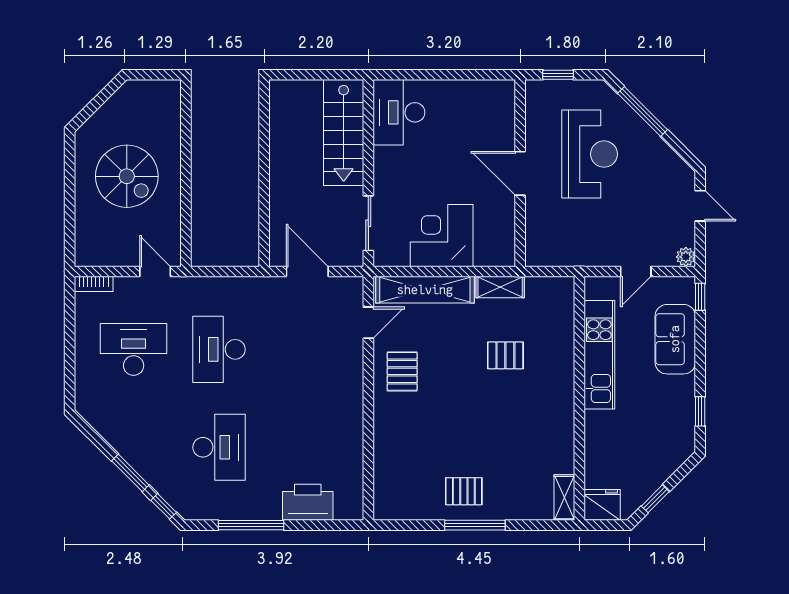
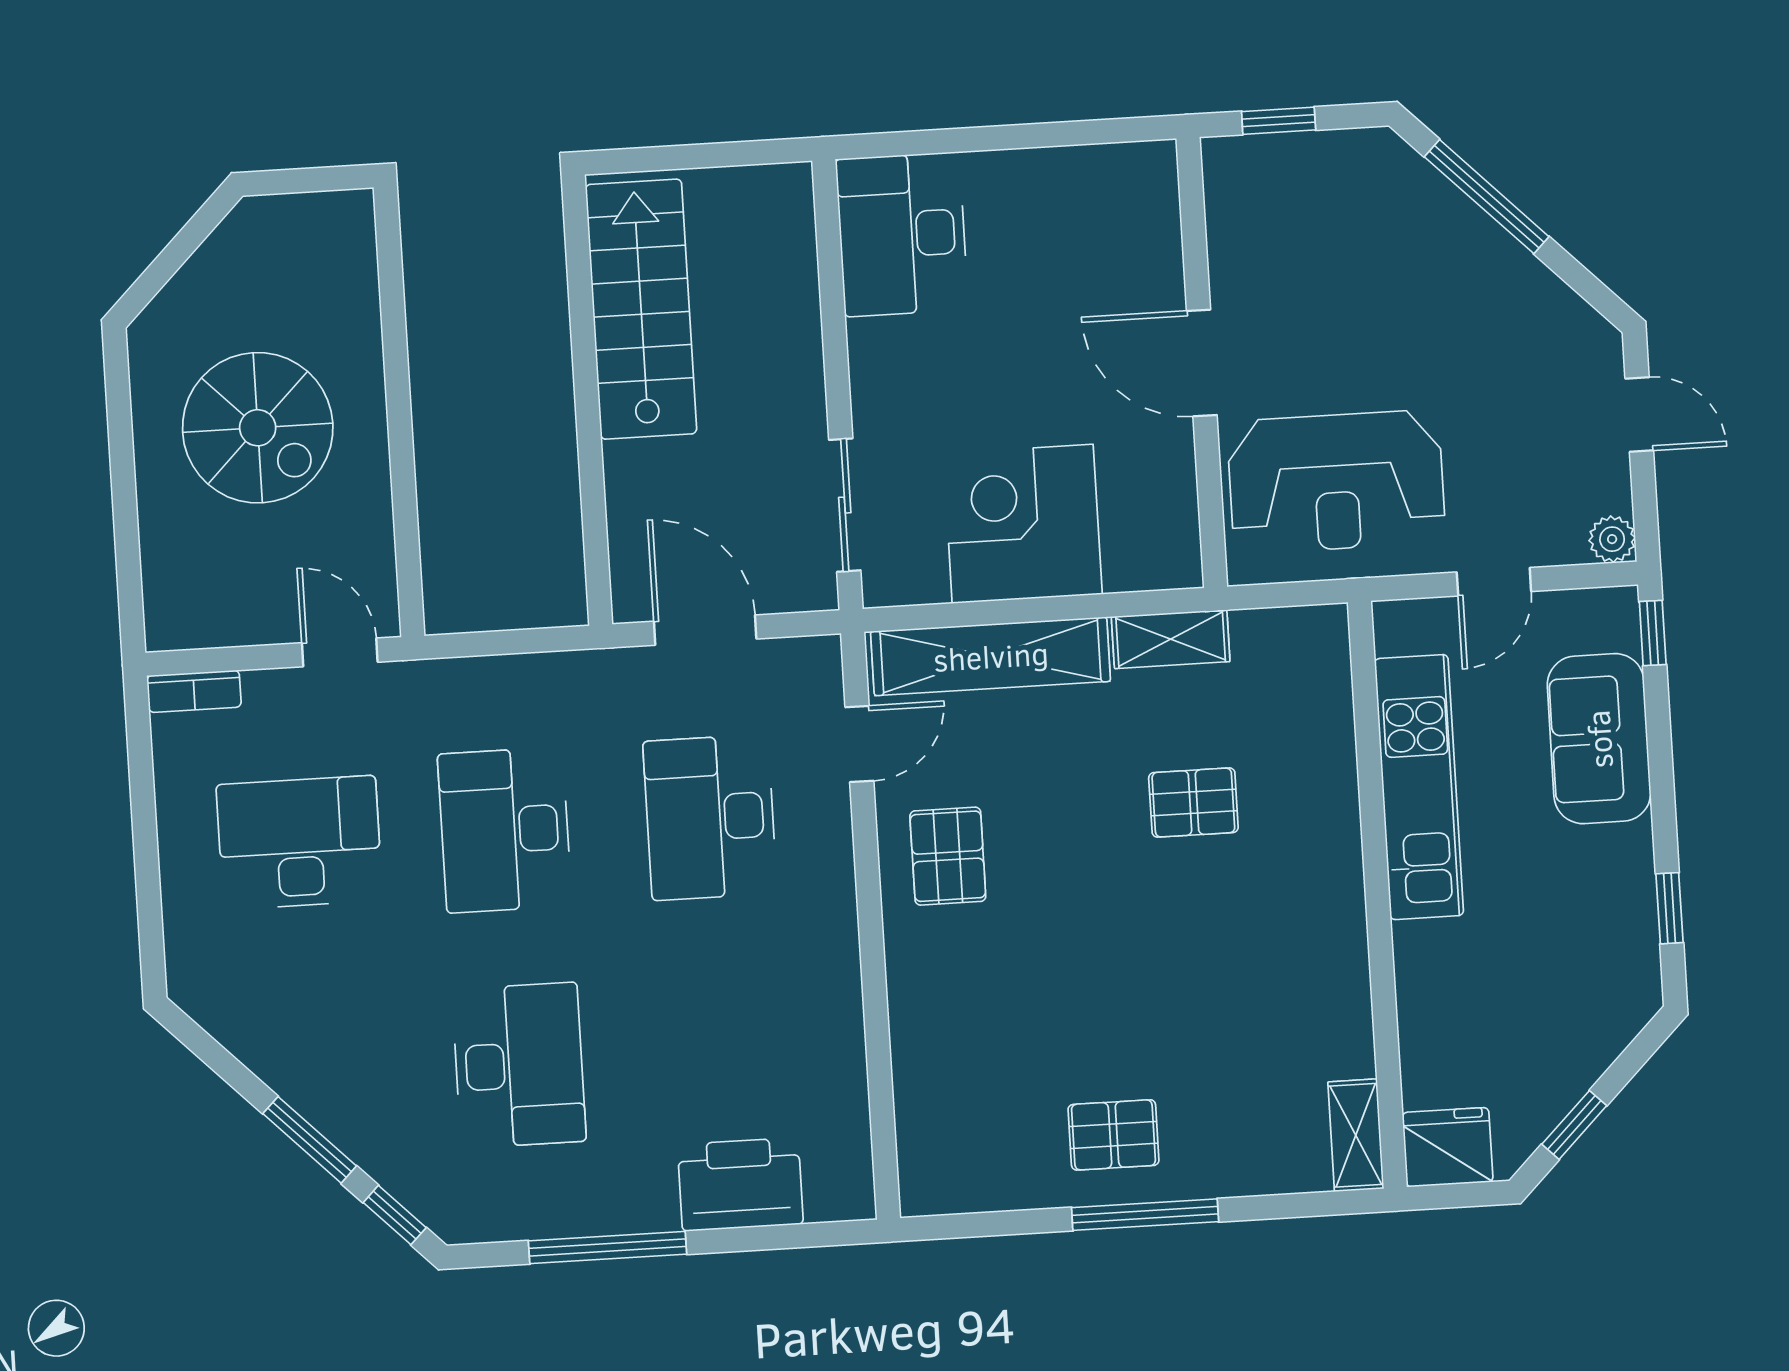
stairs: (344, 133) -> (641, 309), moved, turned 180
reception desk: (590, 154) -> (1336, 482), moved, turned 90
desk: (305, 349) -> (710, 817), added

